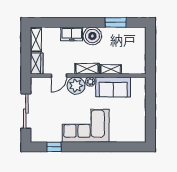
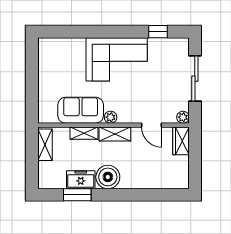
freezer: (72, 34) -> (81, 180), moved
shelving: (36, 40) -> (45, 145), moved
door: (59, 76) -> (152, 125), swing flipped
plant: (76, 86) -> (183, 117), moved, width x0.53, depth x0.53

